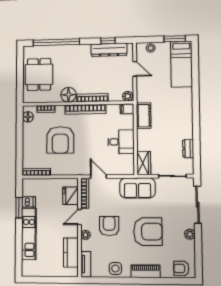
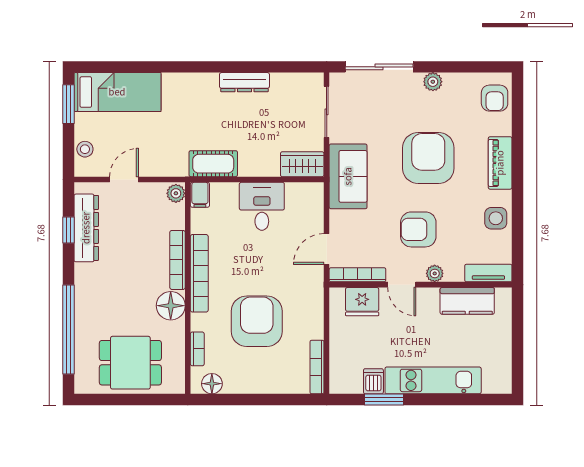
armchair: (60, 140) -> (257, 321), turned -90
dresser: (188, 149) -> (244, 82), moved, width x1.44

